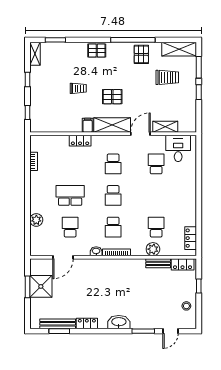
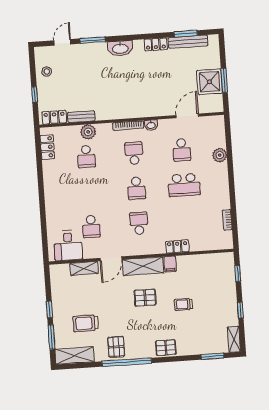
school desk: (113, 195) -> (136, 188), turned 180

